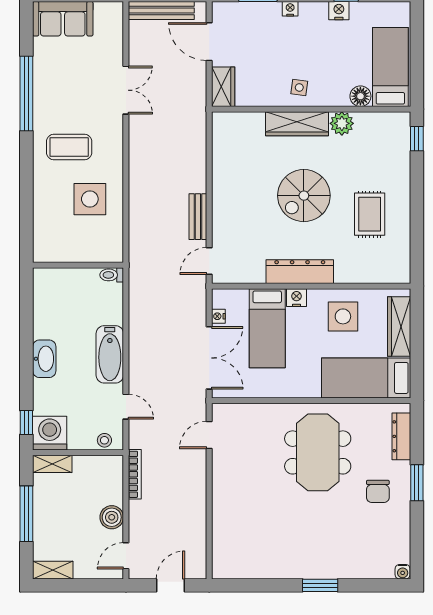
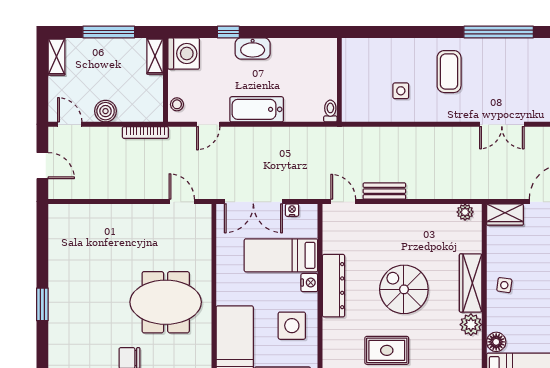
plant: (221, 130) -> (465, 212), added
side table: (90, 199) -> (401, 91), width x0.54, depth x0.54
window: (26, 423) -> (228, 32), moved

